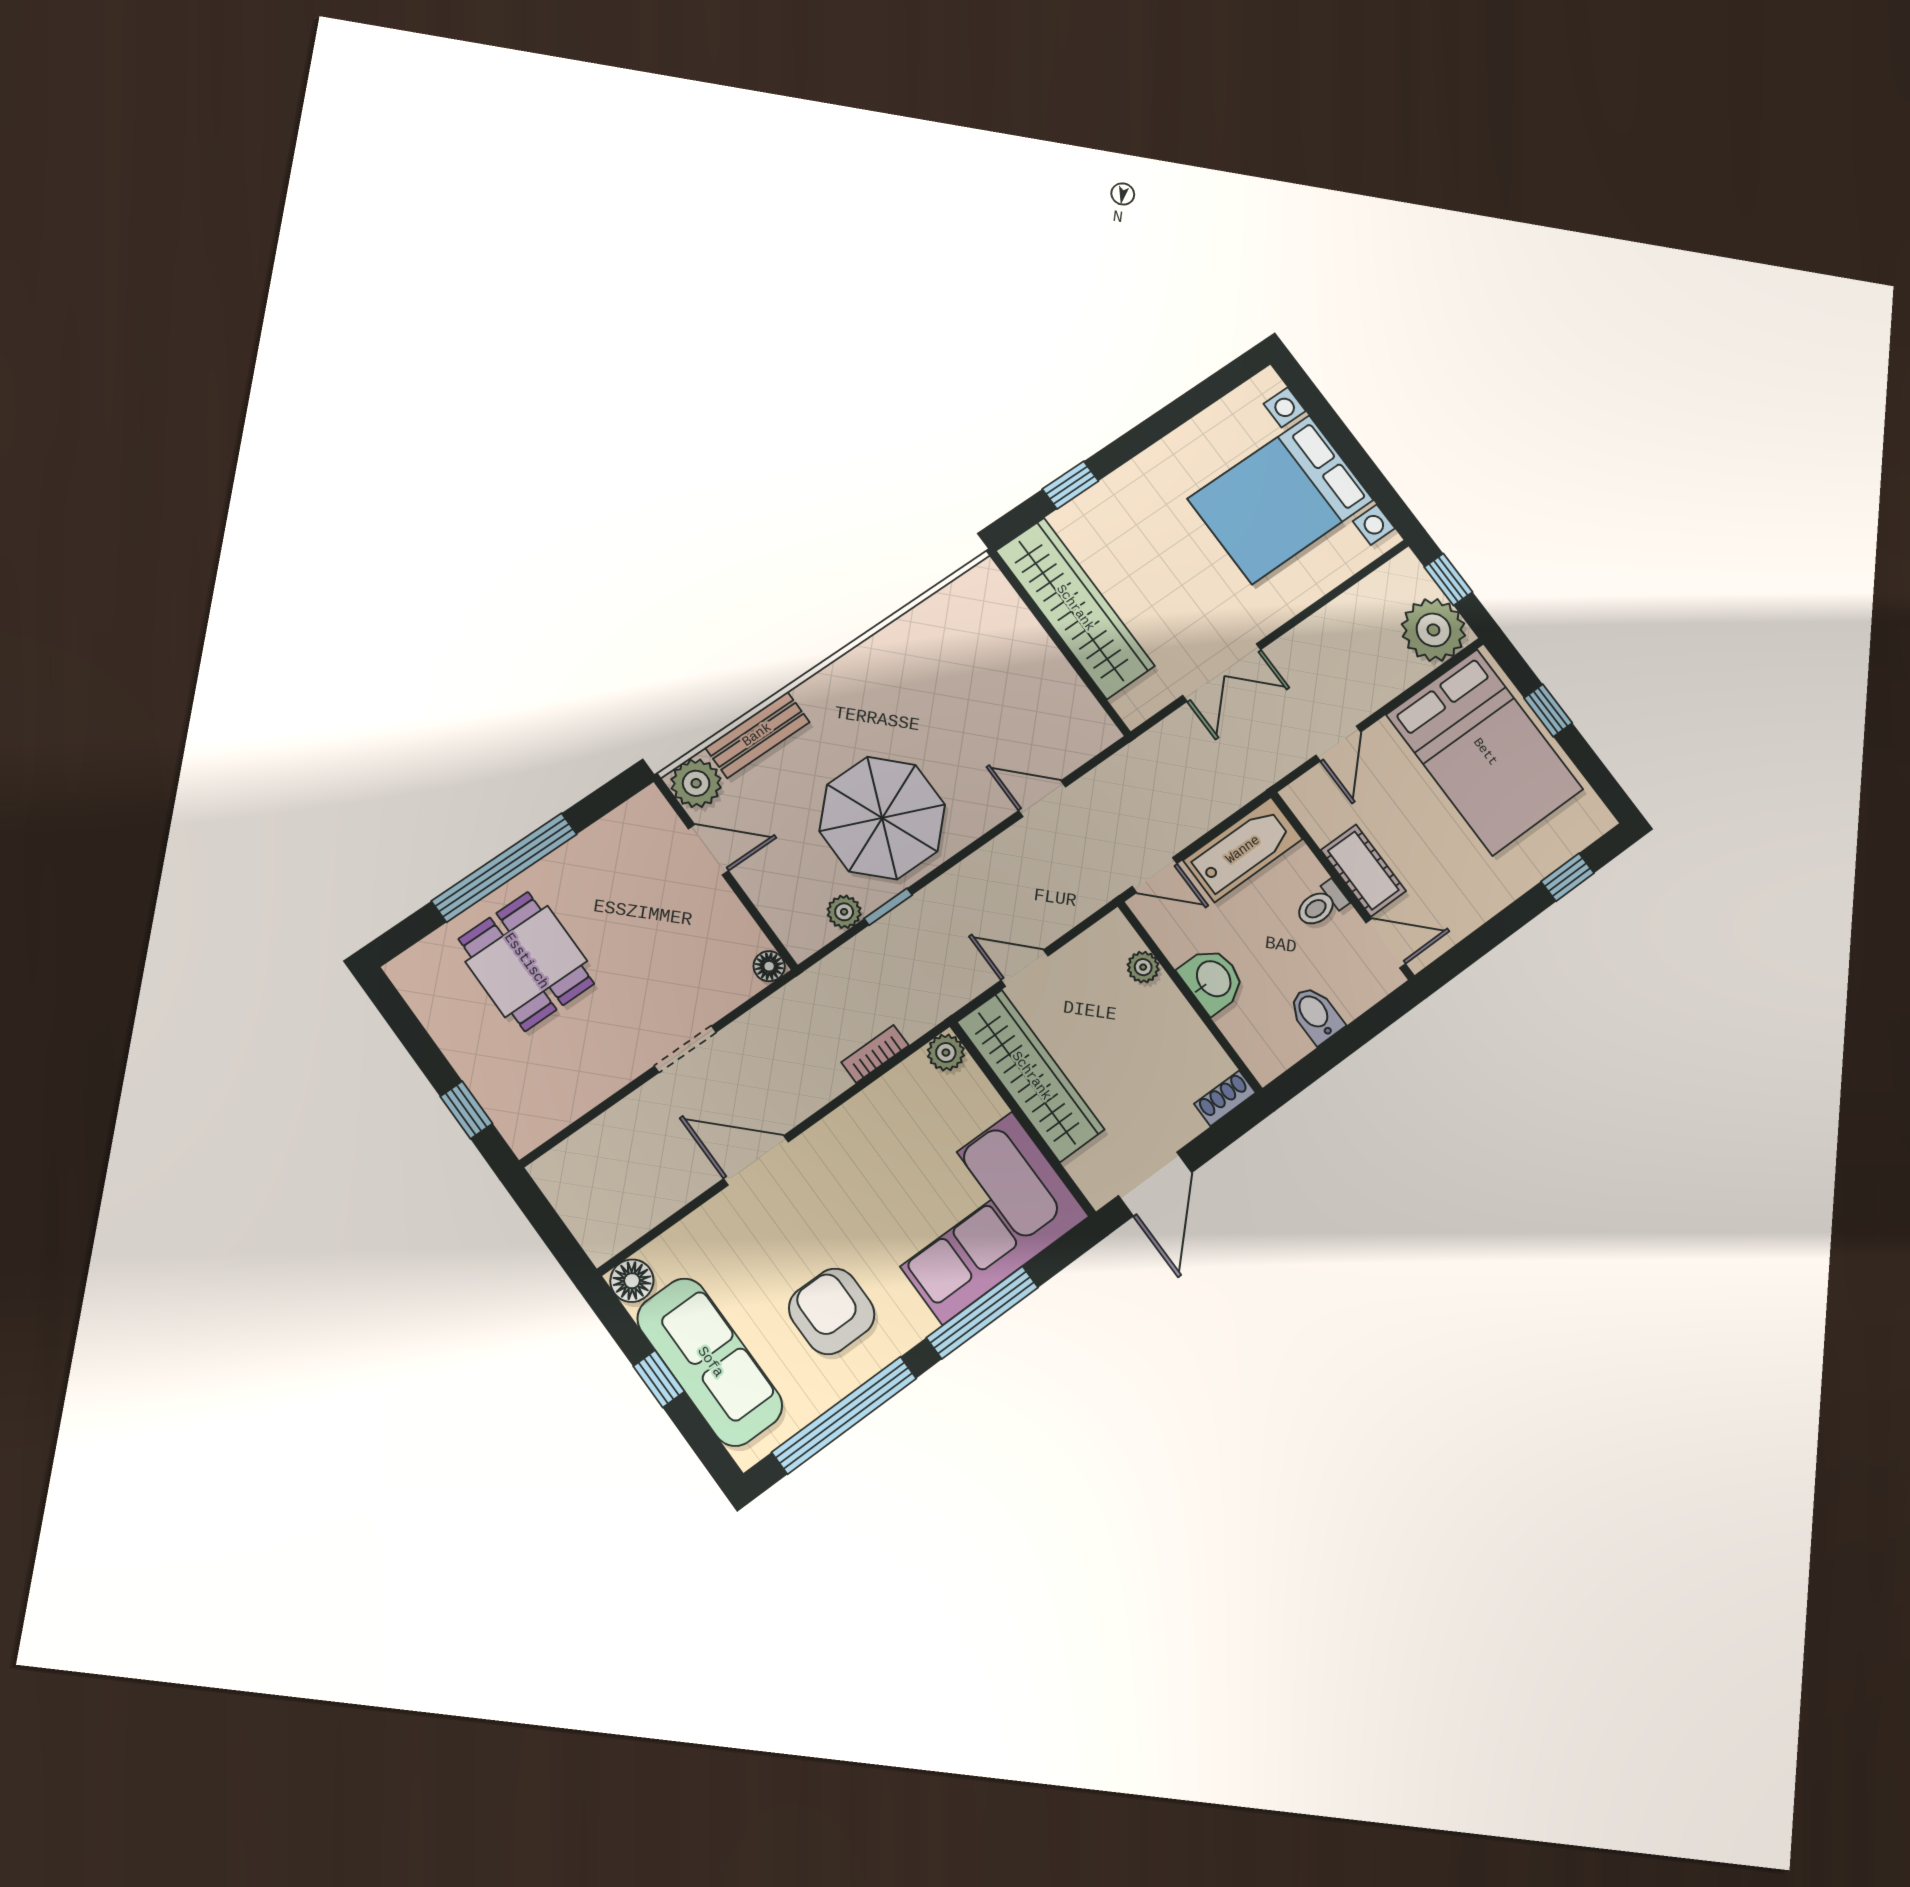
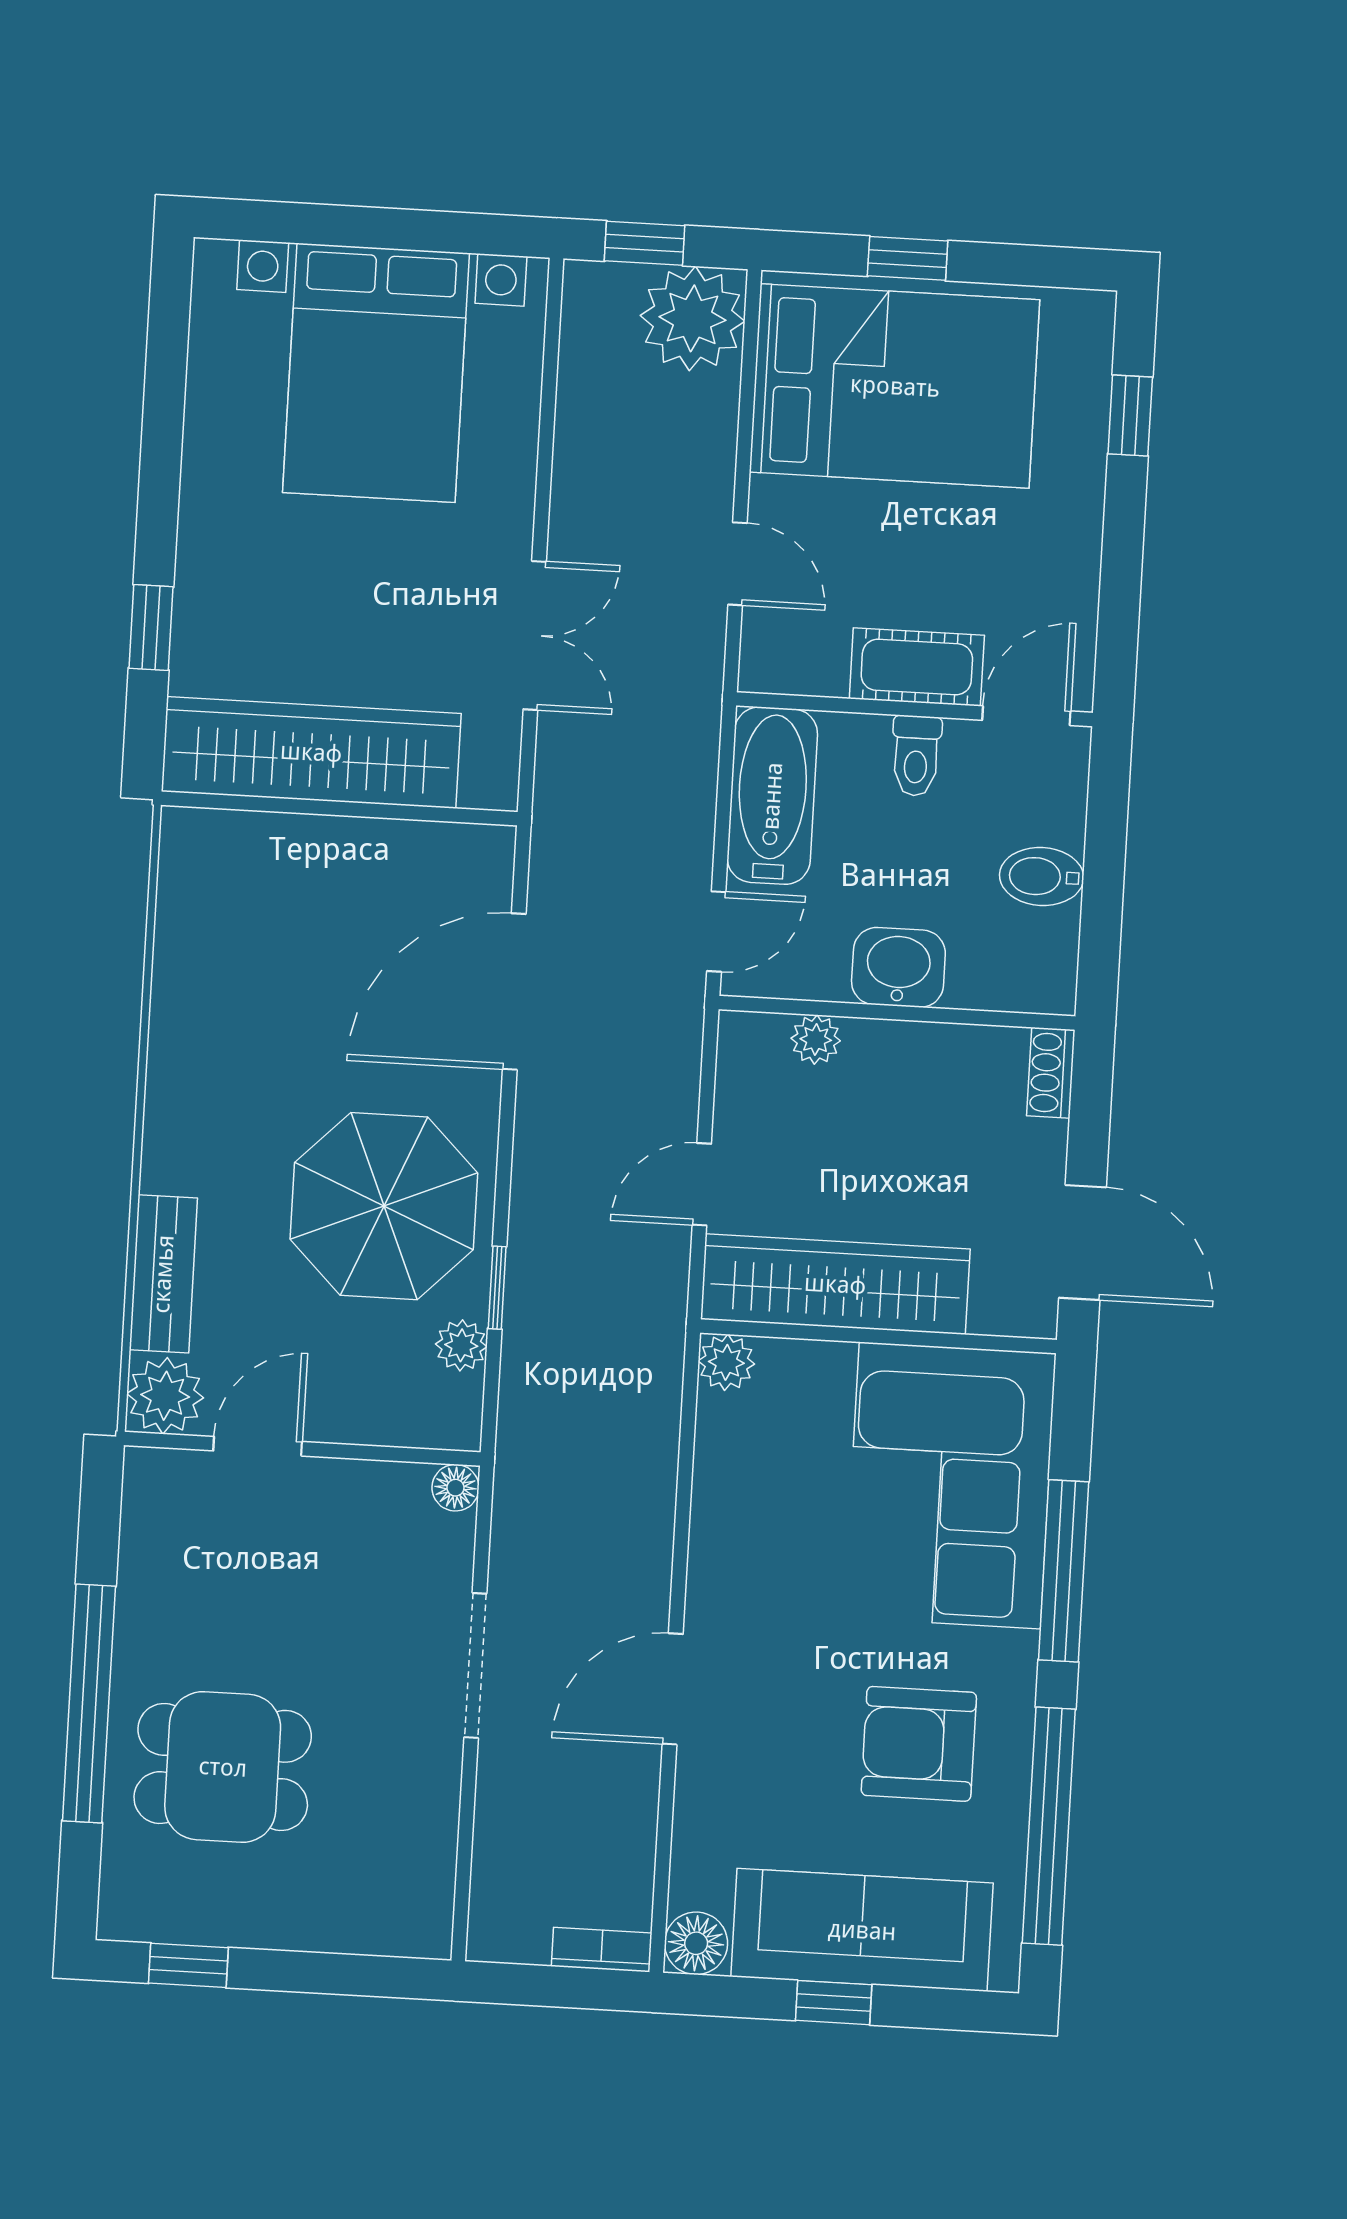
door: (1042, 799) -> (514, 991), width x1.87
doorway: (685, 1049) -> (475, 1666), width x1.38
bookcase: (875, 1054) -> (602, 1950), moved, turned 90
window: (466, 1110) -> (188, 1965), moved

